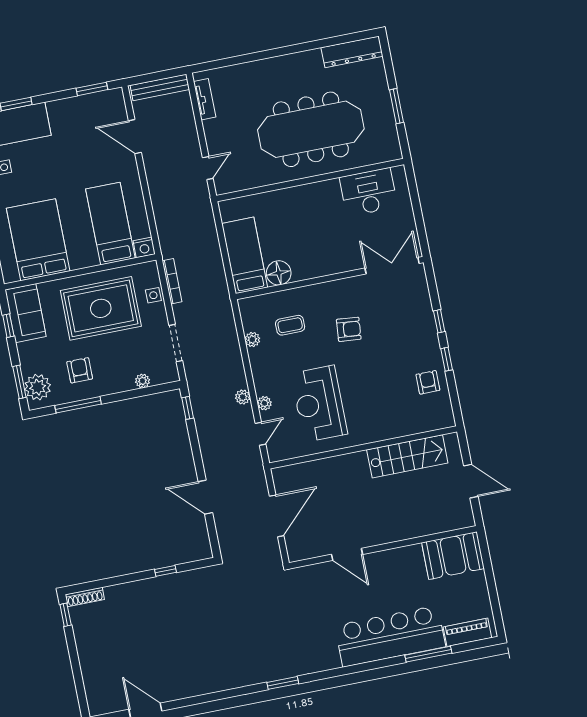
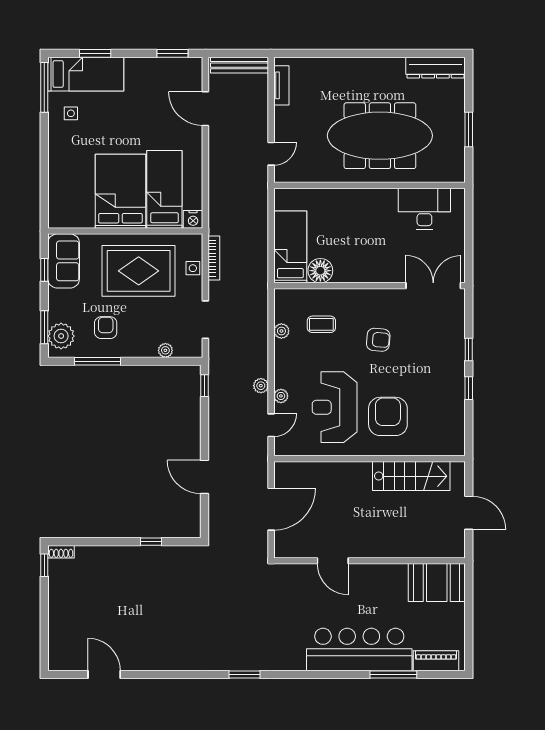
bed: (38, 240) -> (120, 191), moved
armchair: (428, 382) -> (388, 416), moved, width x1.88, depth x1.88
shoe rack: (85, 597) -> (61, 552), width x0.70

